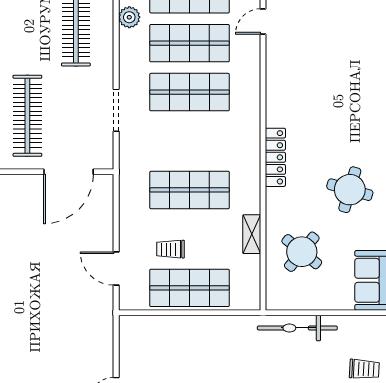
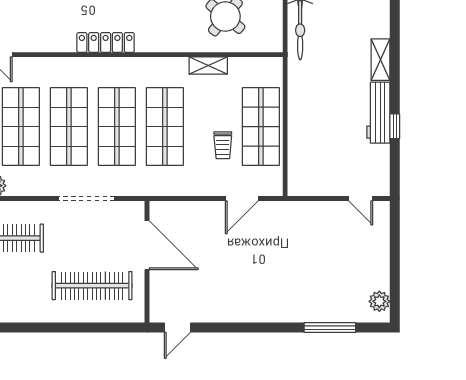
doorway: (116, 110) -> (87, 199), width x1.36
shop shelf: (190, 141) -> (117, 127), added
locker: (275, 157) -> (106, 42), moved

